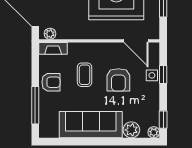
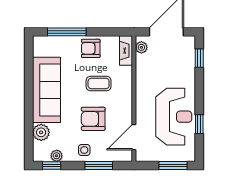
side table: (152, 75) -> (84, 150), moved
window: (163, 75) -> (99, 166), width x1.50
armchair: (51, 82) -> (91, 48), turned 90
plant: (154, 132) -> (57, 156), moved

